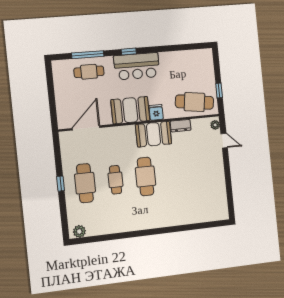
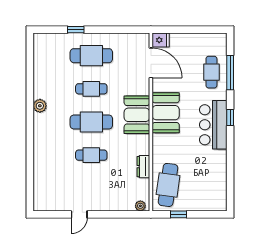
fridge: (156, 112) -> (161, 40), moved
booth: (154, 134) -> (137, 115), moved
door: (224, 141) -> (79, 214), moved
cafe table: (175, 173) -> (91, 155), added
window: (61, 184) -> (76, 30), moved
plant: (79, 231) -> (40, 106), moved

